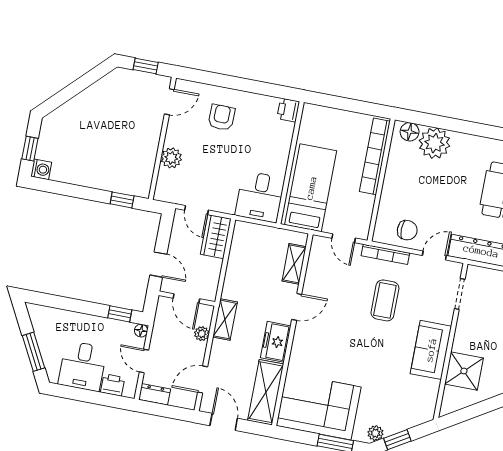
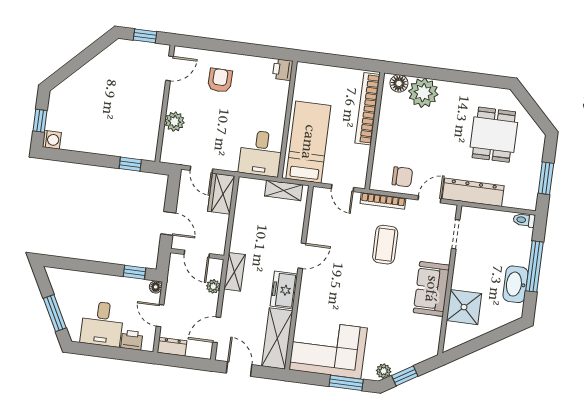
shelving: (294, 264) -> (284, 190), moved, turned 90

